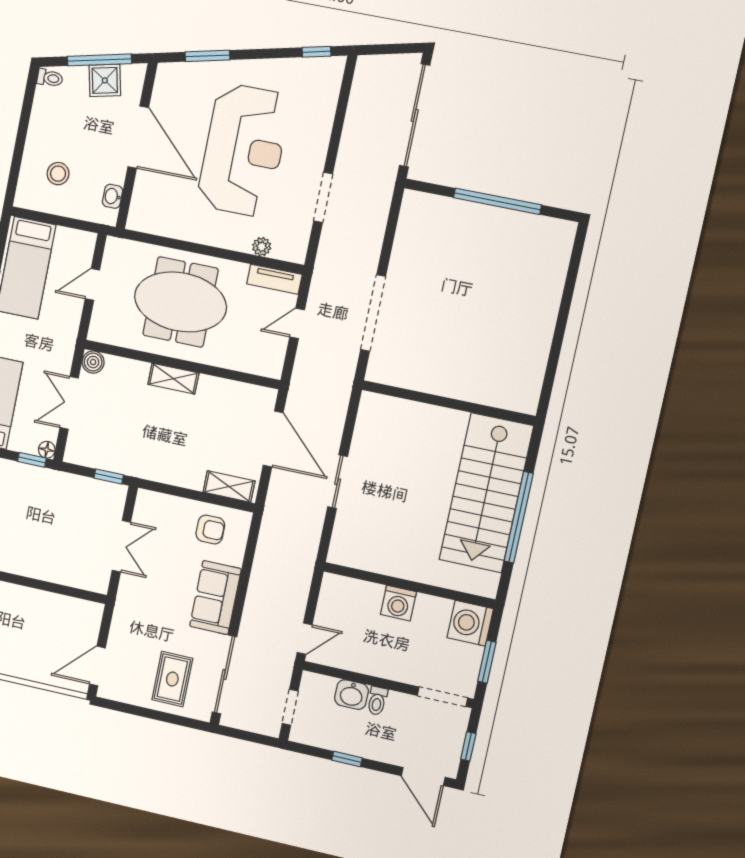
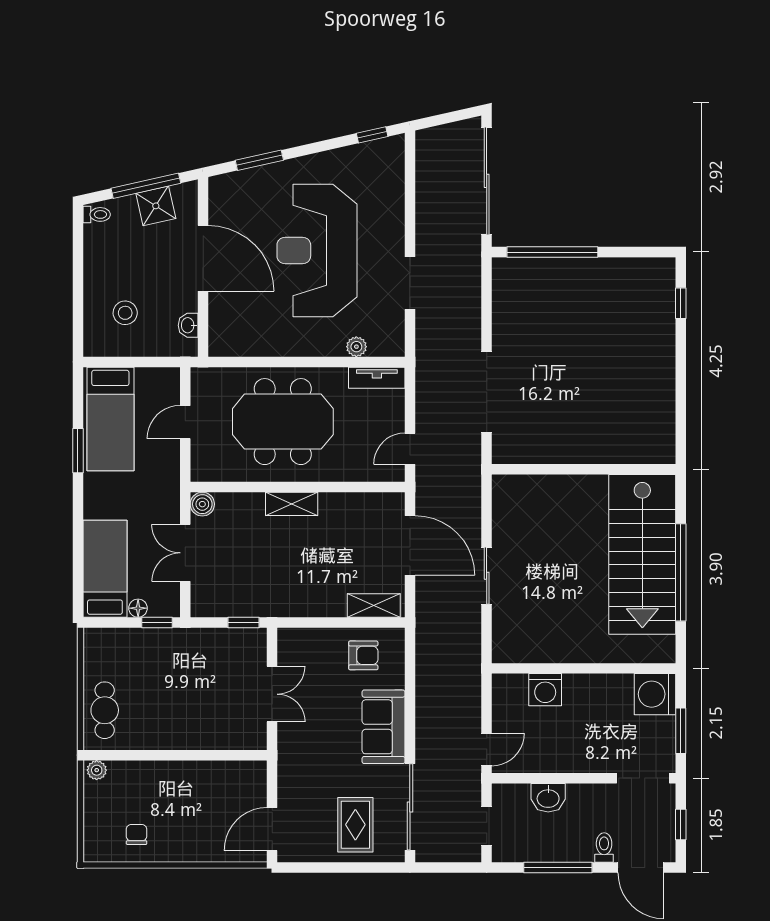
reception desk: (244, 150) -> (317, 250), turned 180
window: (497, 201) -> (552, 252), moved
window: (574, 267) -> (681, 303), added
door: (297, 323) -> (410, 449), moved
floor lamp: (47, 450) -> (138, 608), moved
washing machine: (398, 603) -> (545, 690), moved
toilet: (377, 701) -> (604, 848), moved, turned 180
window: (347, 759) -> (558, 868), width x2.17

